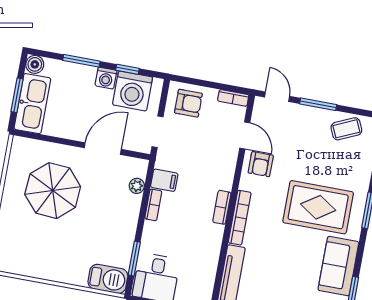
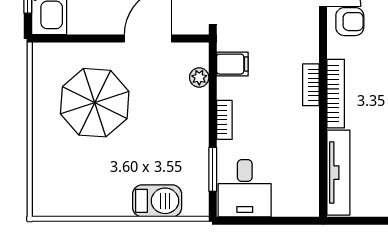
armchair: (261, 164) -> (350, 22), turned -90
bookcase: (153, 205) -> (224, 120), moved
barbecue: (108, 279) -> (157, 201), moved

